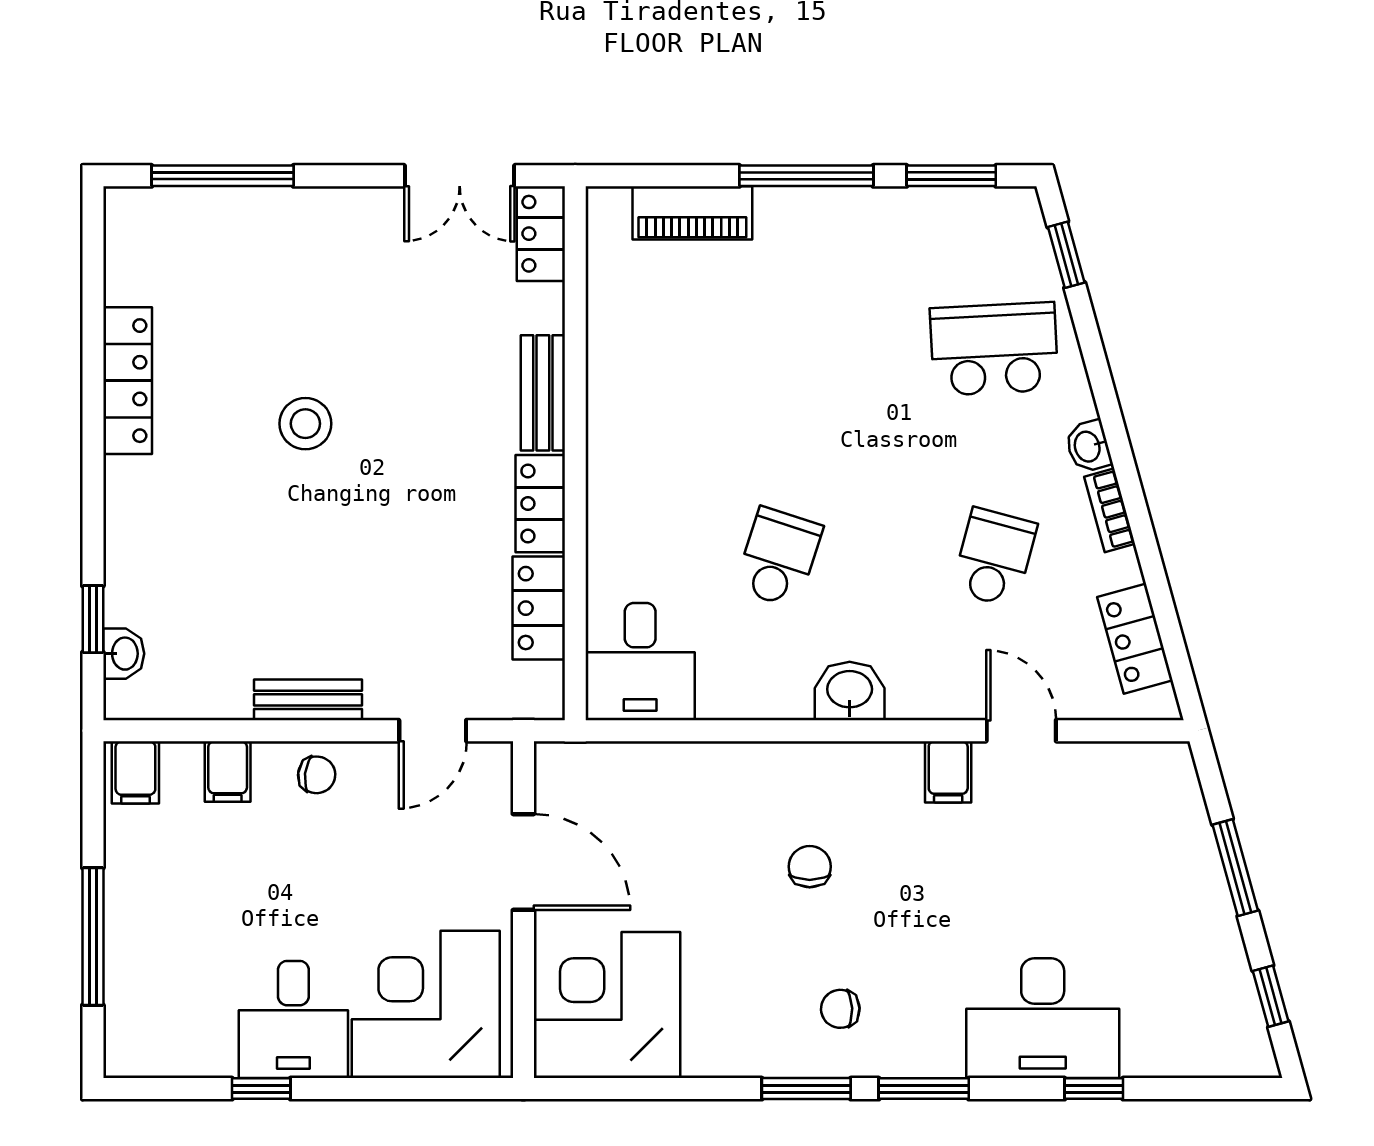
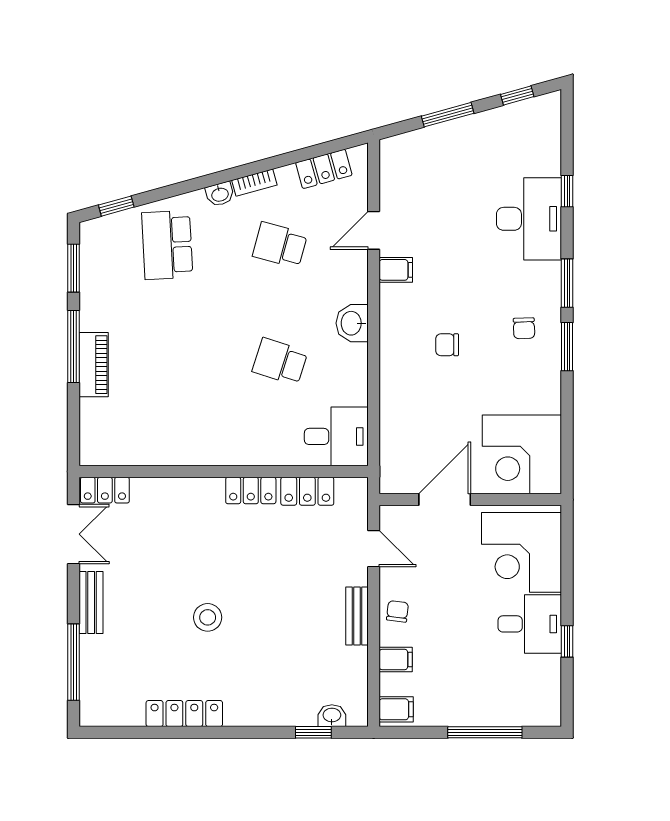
piano: (692, 213) -> (94, 365), moved
bench: (543, 393) -> (91, 603), moved, turned 90

